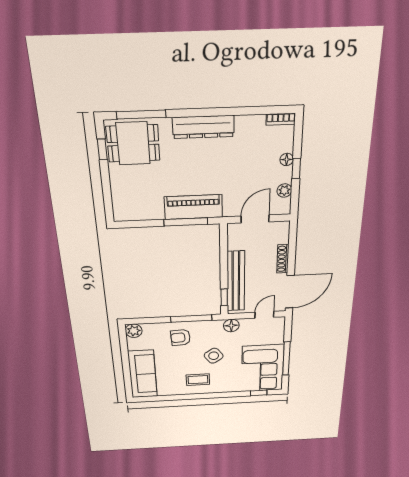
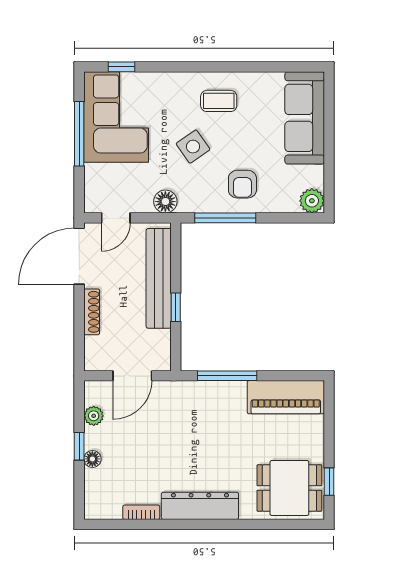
window: (141, 114) -> (276, 524), removed
bookcase: (281, 119) -> (141, 512), moved
piano: (193, 207) -> (286, 397), moved
window: (224, 297) -> (176, 307), moved
armchair: (181, 338) -> (242, 184), turned 93

